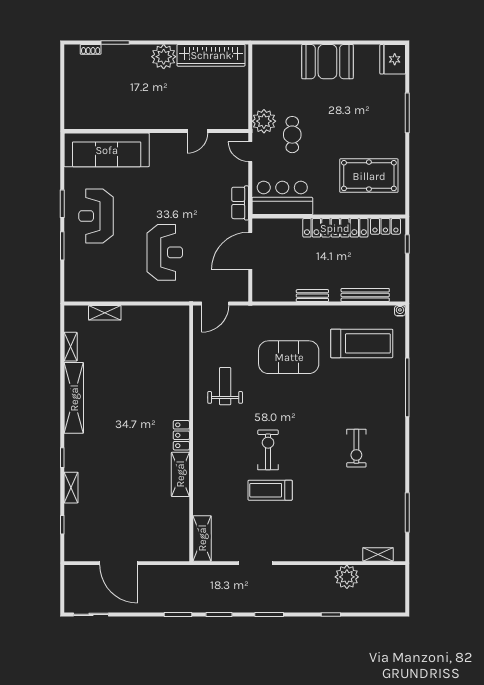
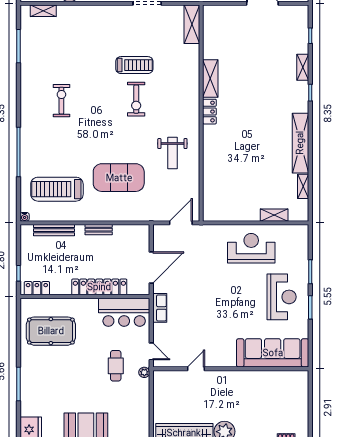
plant: (264, 121) -> (144, 372), width x0.53, depth x0.53
locker: (335, 228) -> (99, 287), moved
reception desk: (165, 252) -> (251, 248), moved, turned 90

